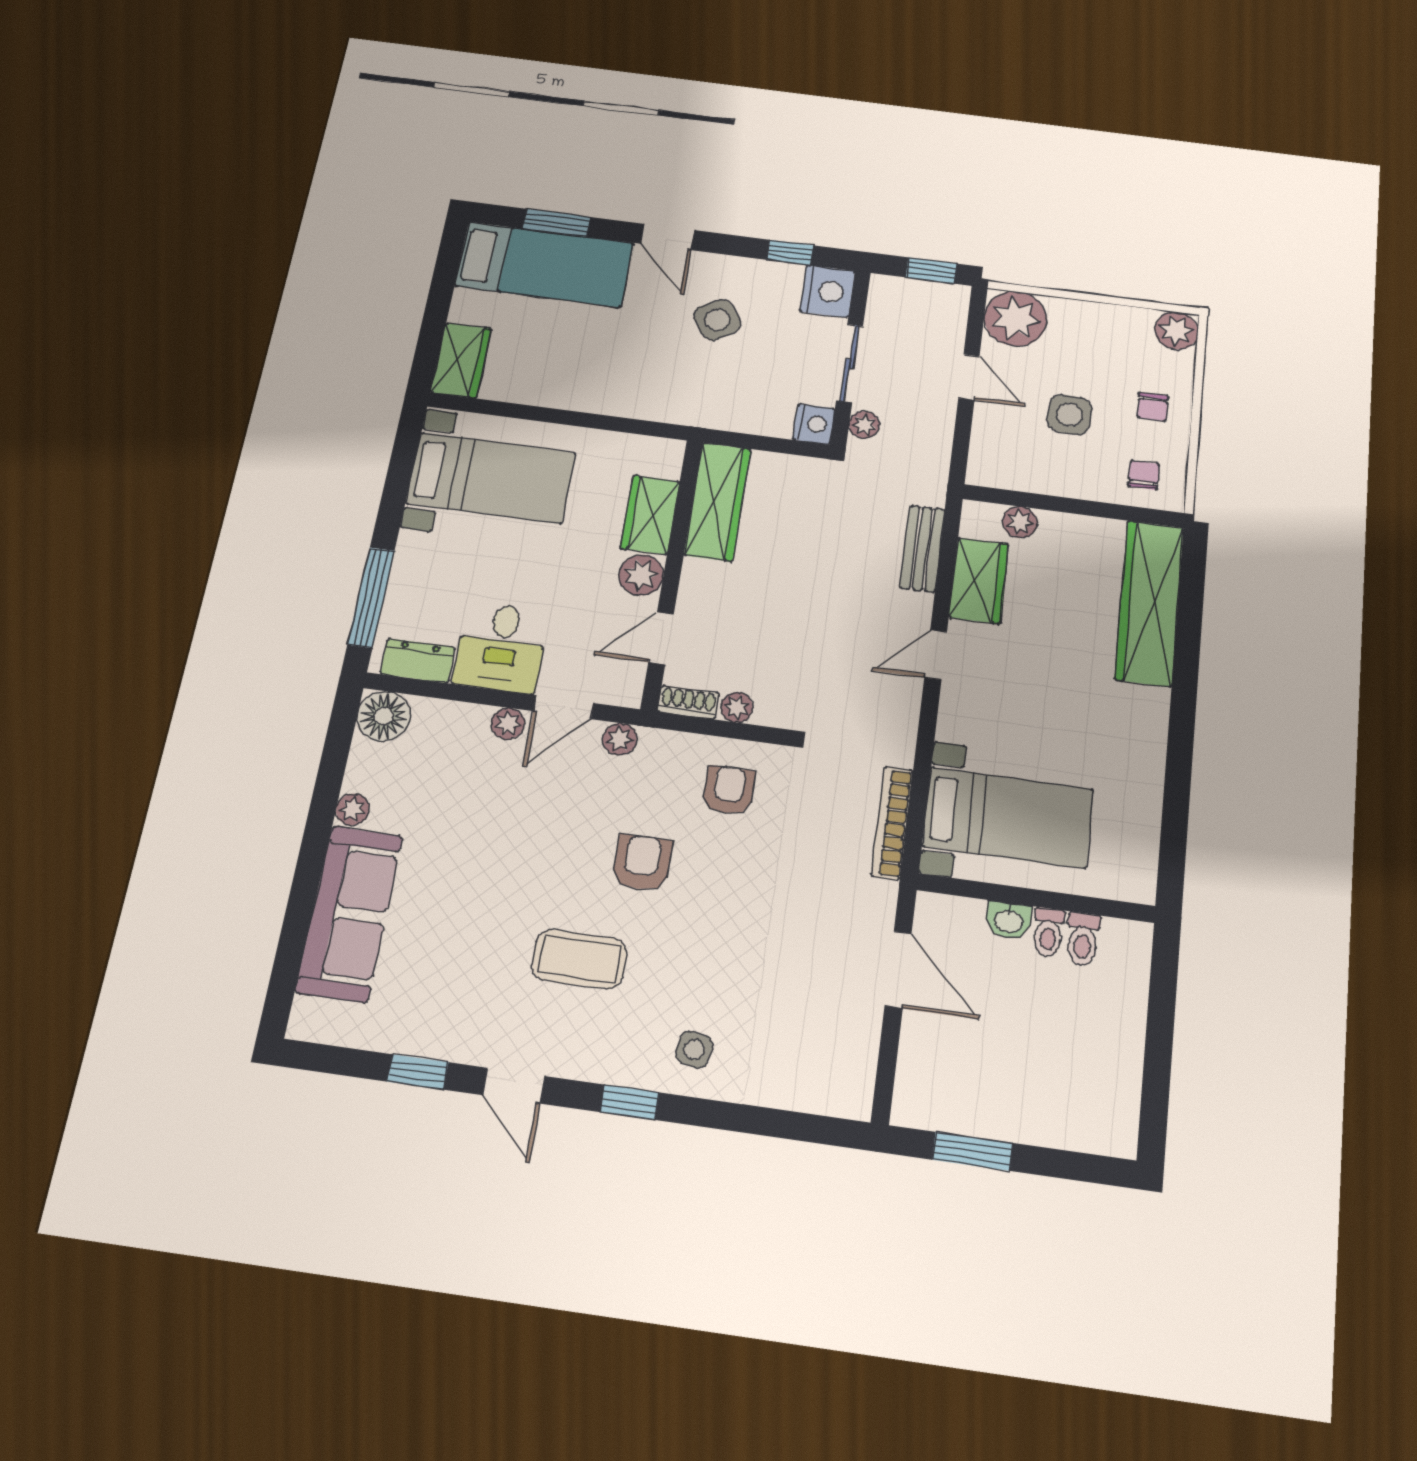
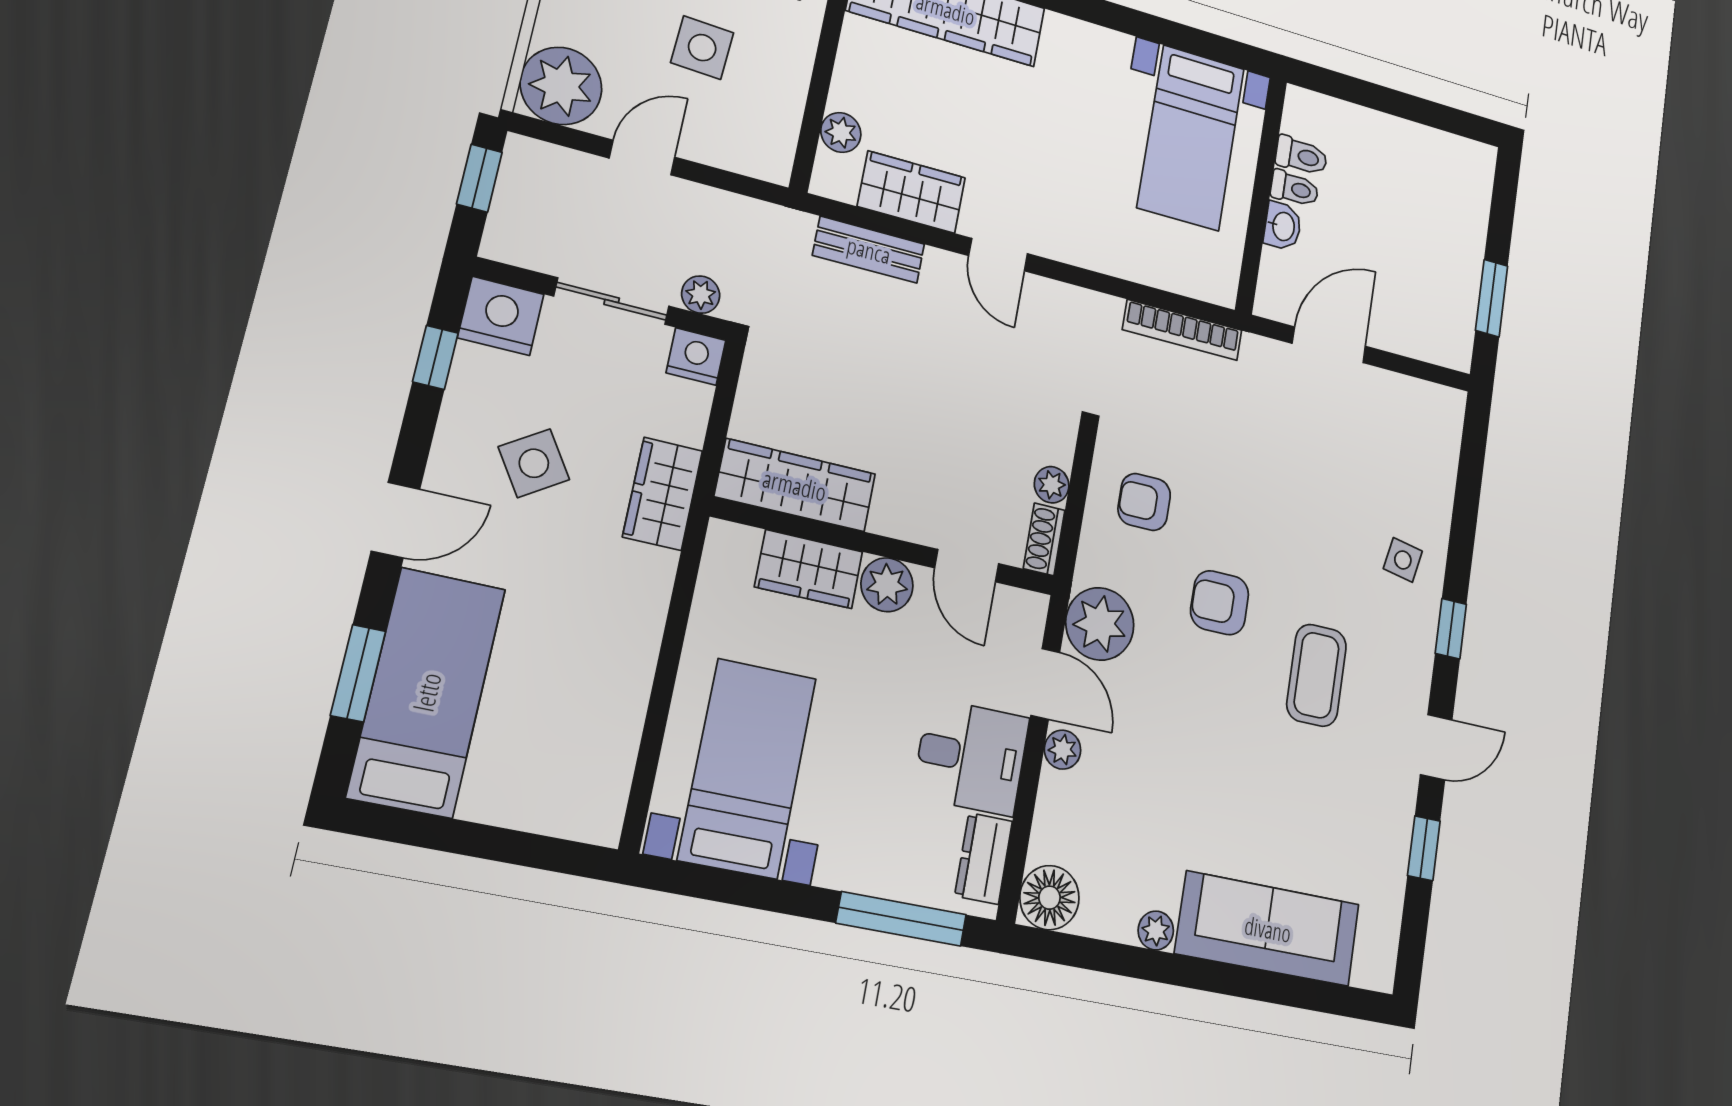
wardrobe: (461, 360) -> (663, 494), moved, turned -90
plant: (620, 739) -> (1100, 624), width x1.87, depth x1.87
bed with nightstands: (1008, 818) -> (1191, 138), moved, turned 180

